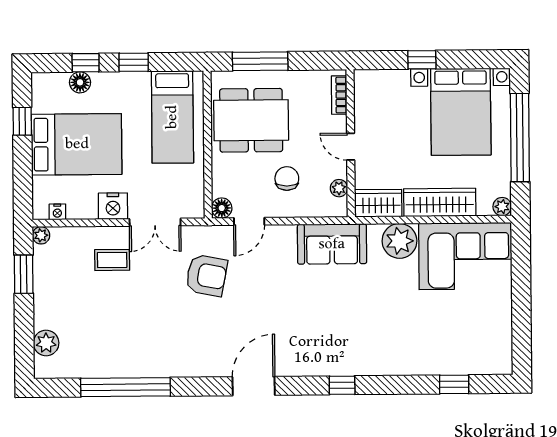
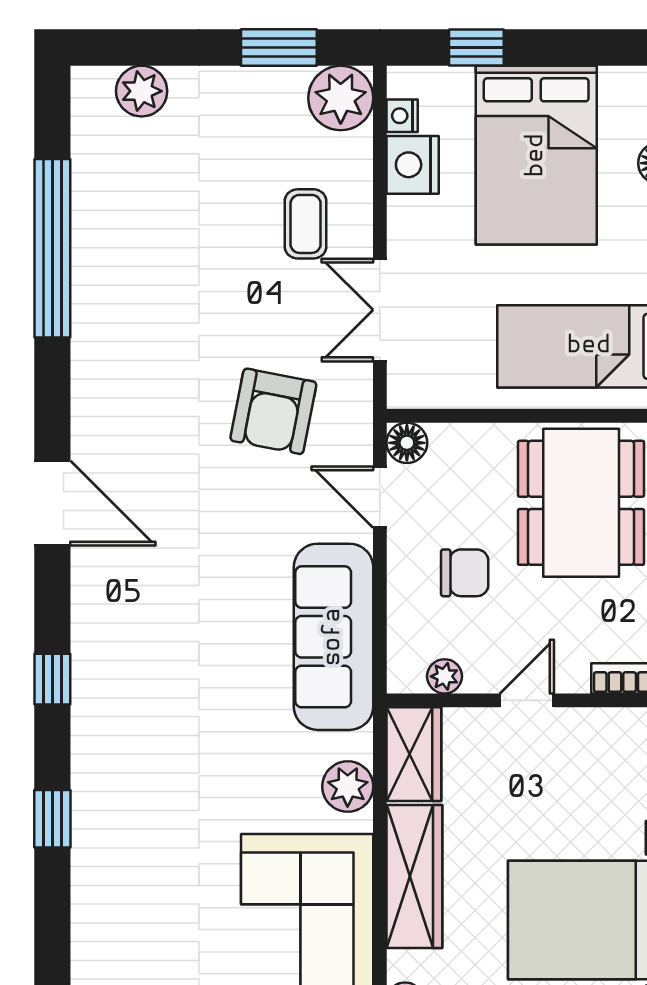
window: (22, 121) -> (476, 48), moved
nightstand: (113, 206) -> (413, 165), moved
plant: (41, 235) -> (341, 98), width x1.88, depth x1.88
plant: (399, 241) -> (348, 787), width x0.73, depth x0.73
sofa: (332, 244) -> (333, 637), width x1.36
window: (454, 384) -> (52, 819), moved

